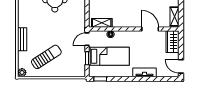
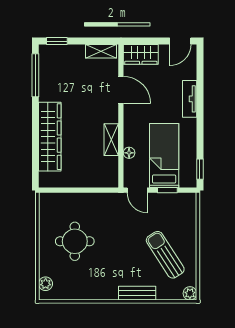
shelving: (102, 23) -> (111, 140), moved
door: (150, 29) -> (121, 90), swing flipped

